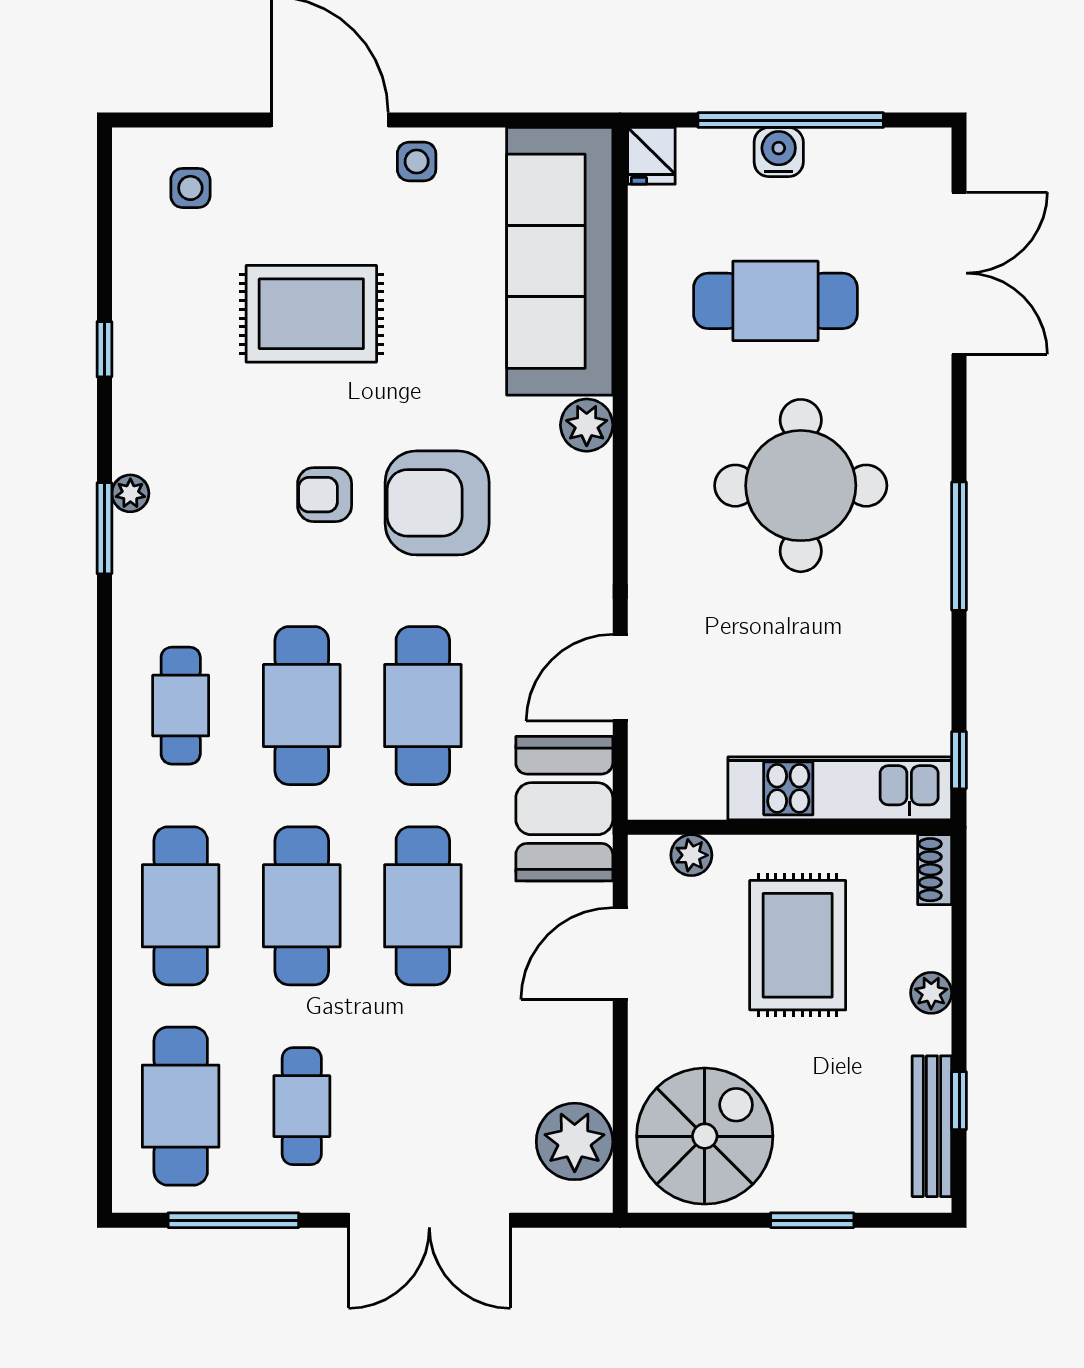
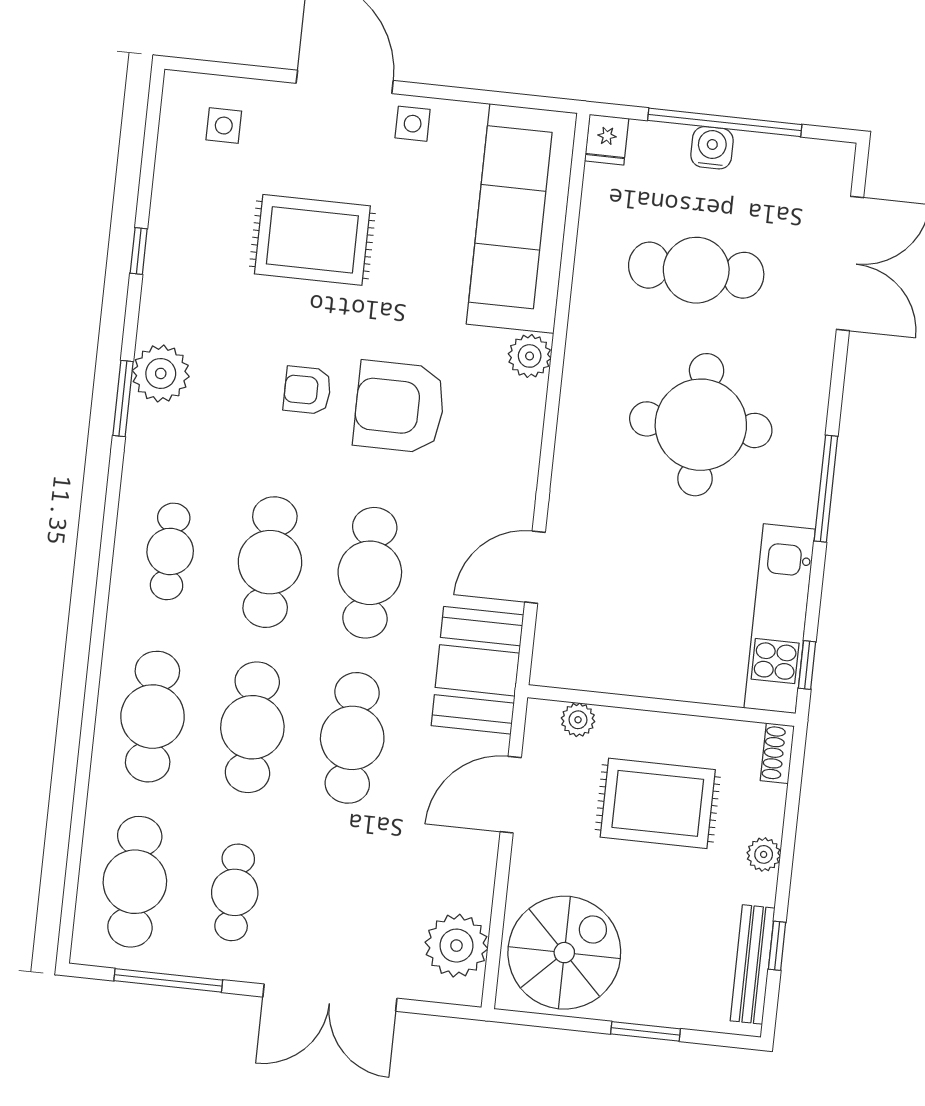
plant: (130, 493) -> (161, 373), width x1.87, depth x1.87
kitchen unit: (840, 788) -> (780, 619), moved, turned -90
rug: (798, 945) -> (658, 803), turned 90

